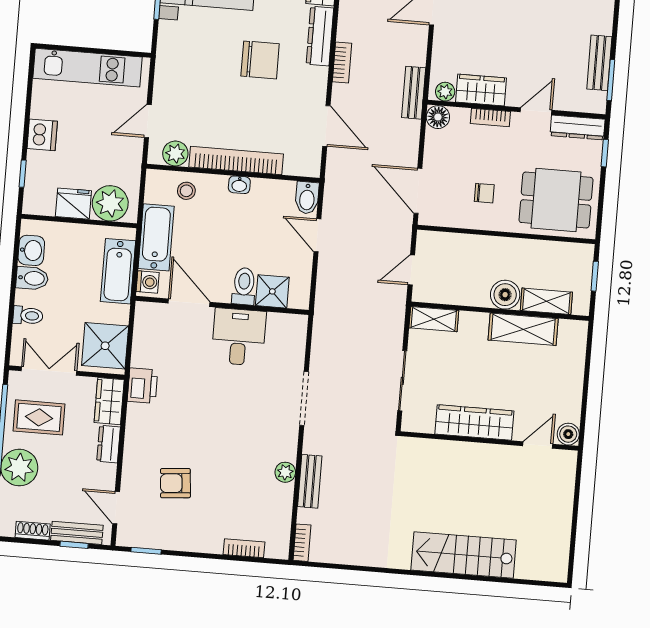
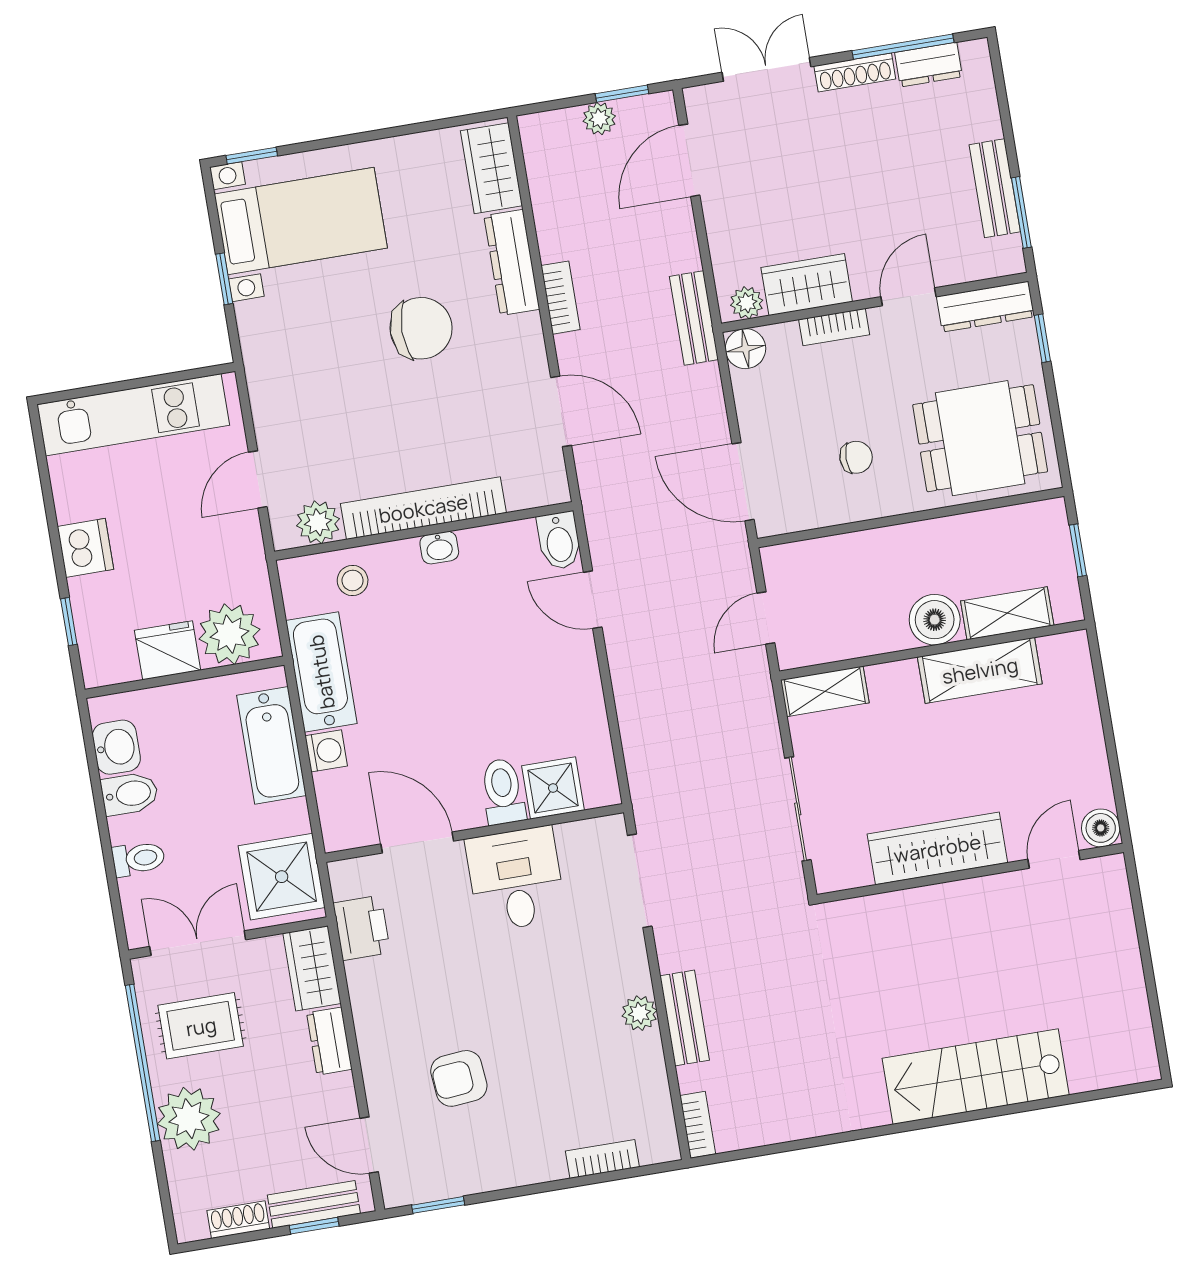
toilet: (244, 286) -> (503, 792), moved
shower: (272, 291) -> (553, 788), moved
door: (189, 303) -> (417, 843), moved
wall: (222, 305) -> (474, 833), moved
desk: (239, 337) -> (516, 879), moved

